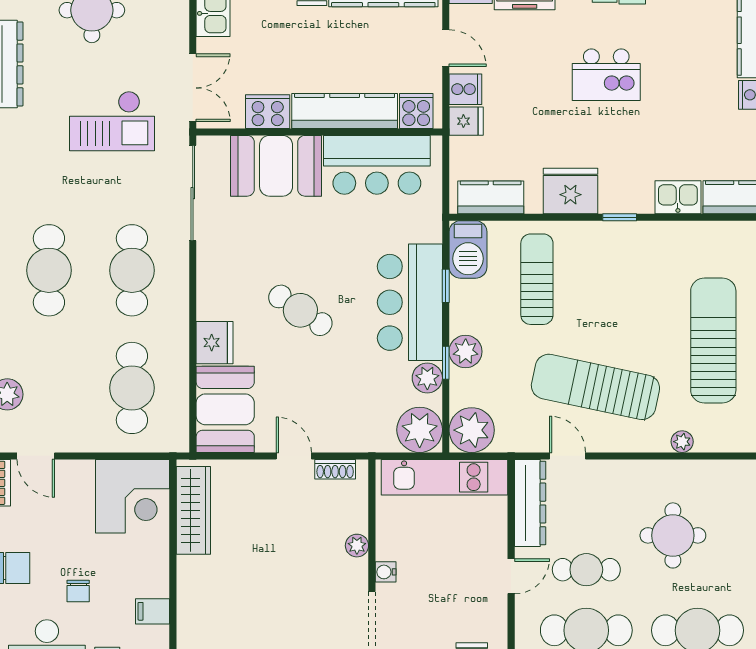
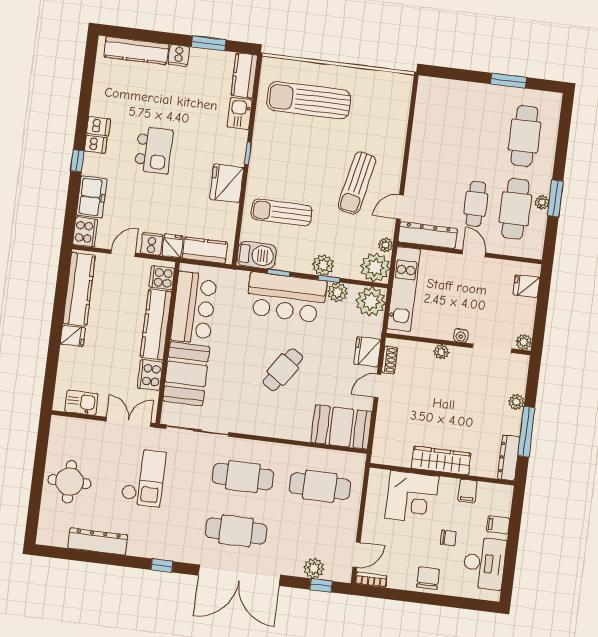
kitchen counter: (491, 197) -> (205, 250), moved, turned 90
sun lounger: (713, 340) -> (309, 100), moved
fridge: (215, 343) -> (367, 352), moved, turned -90
sun lounger: (595, 387) -> (357, 183), width x0.73, depth x0.75
plant: (682, 442) -> (386, 245), moved
corner desk: (133, 496) -> (412, 497), moved, turned 90
wardrobe: (193, 510) -> (441, 461), moved
round table: (673, 535) -> (460, 144), removed

